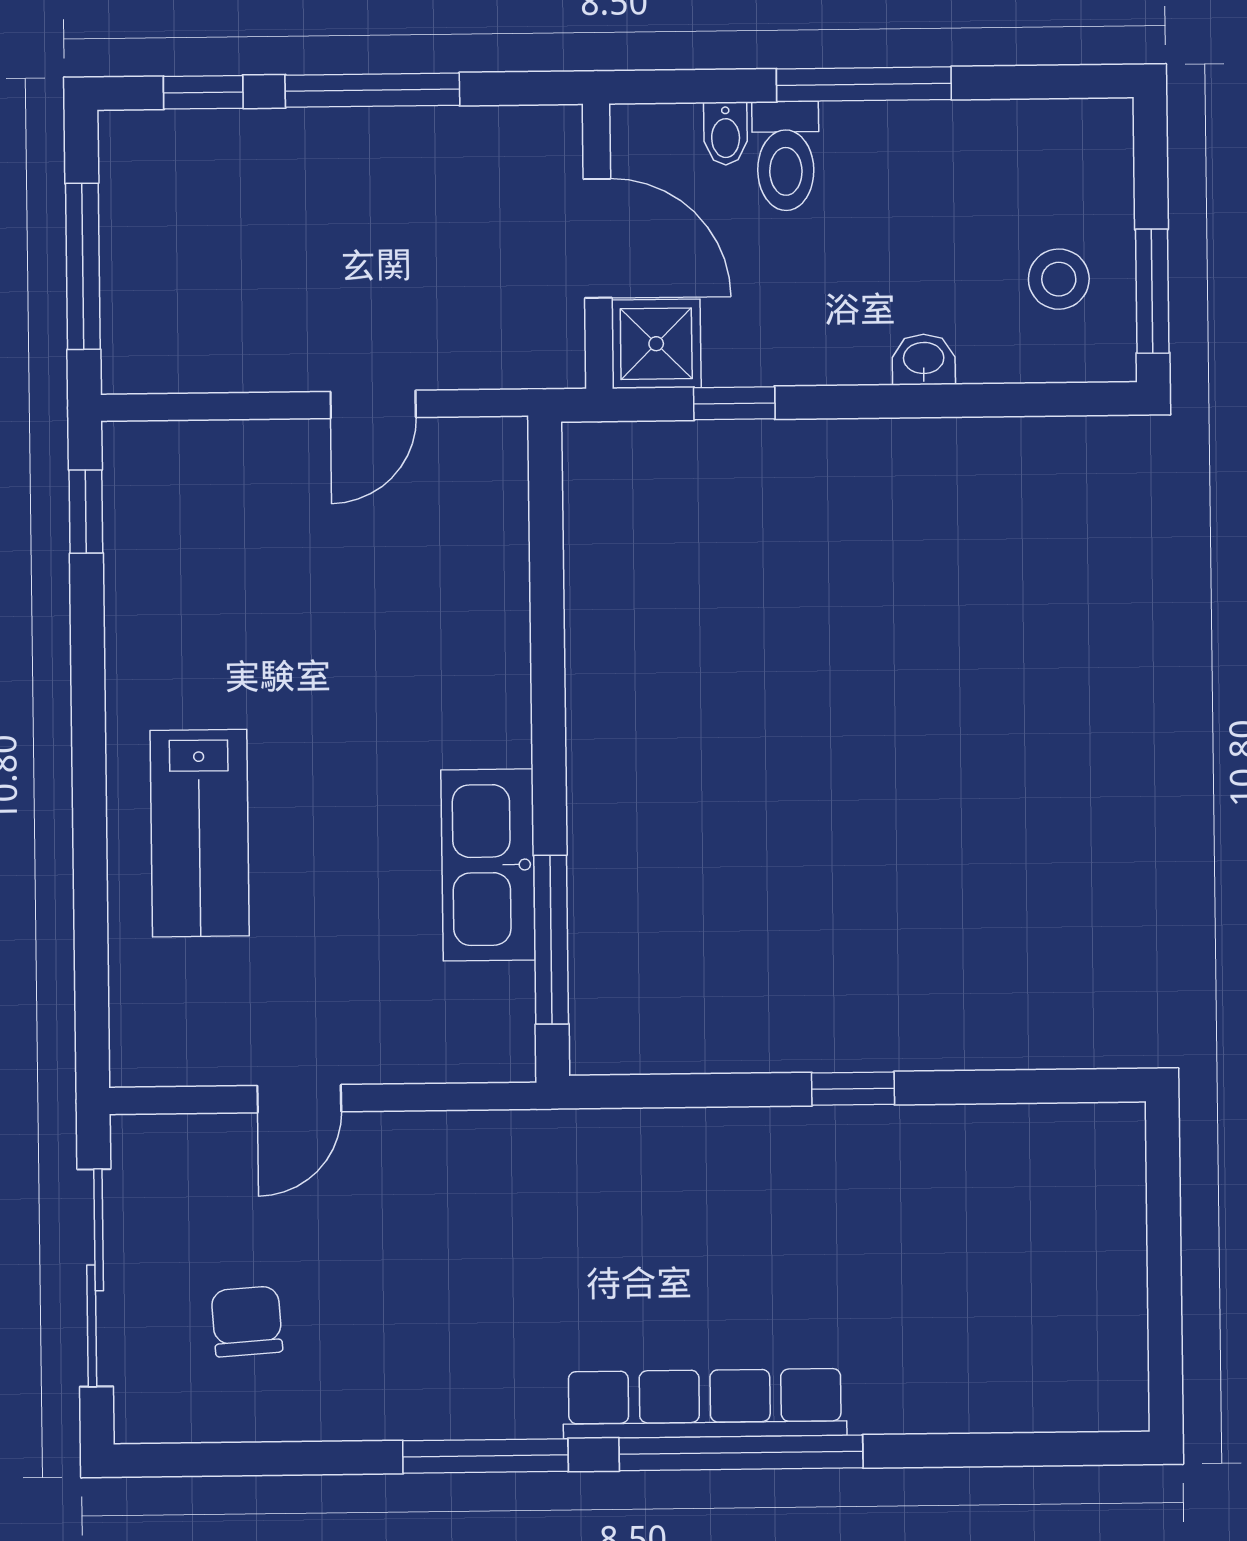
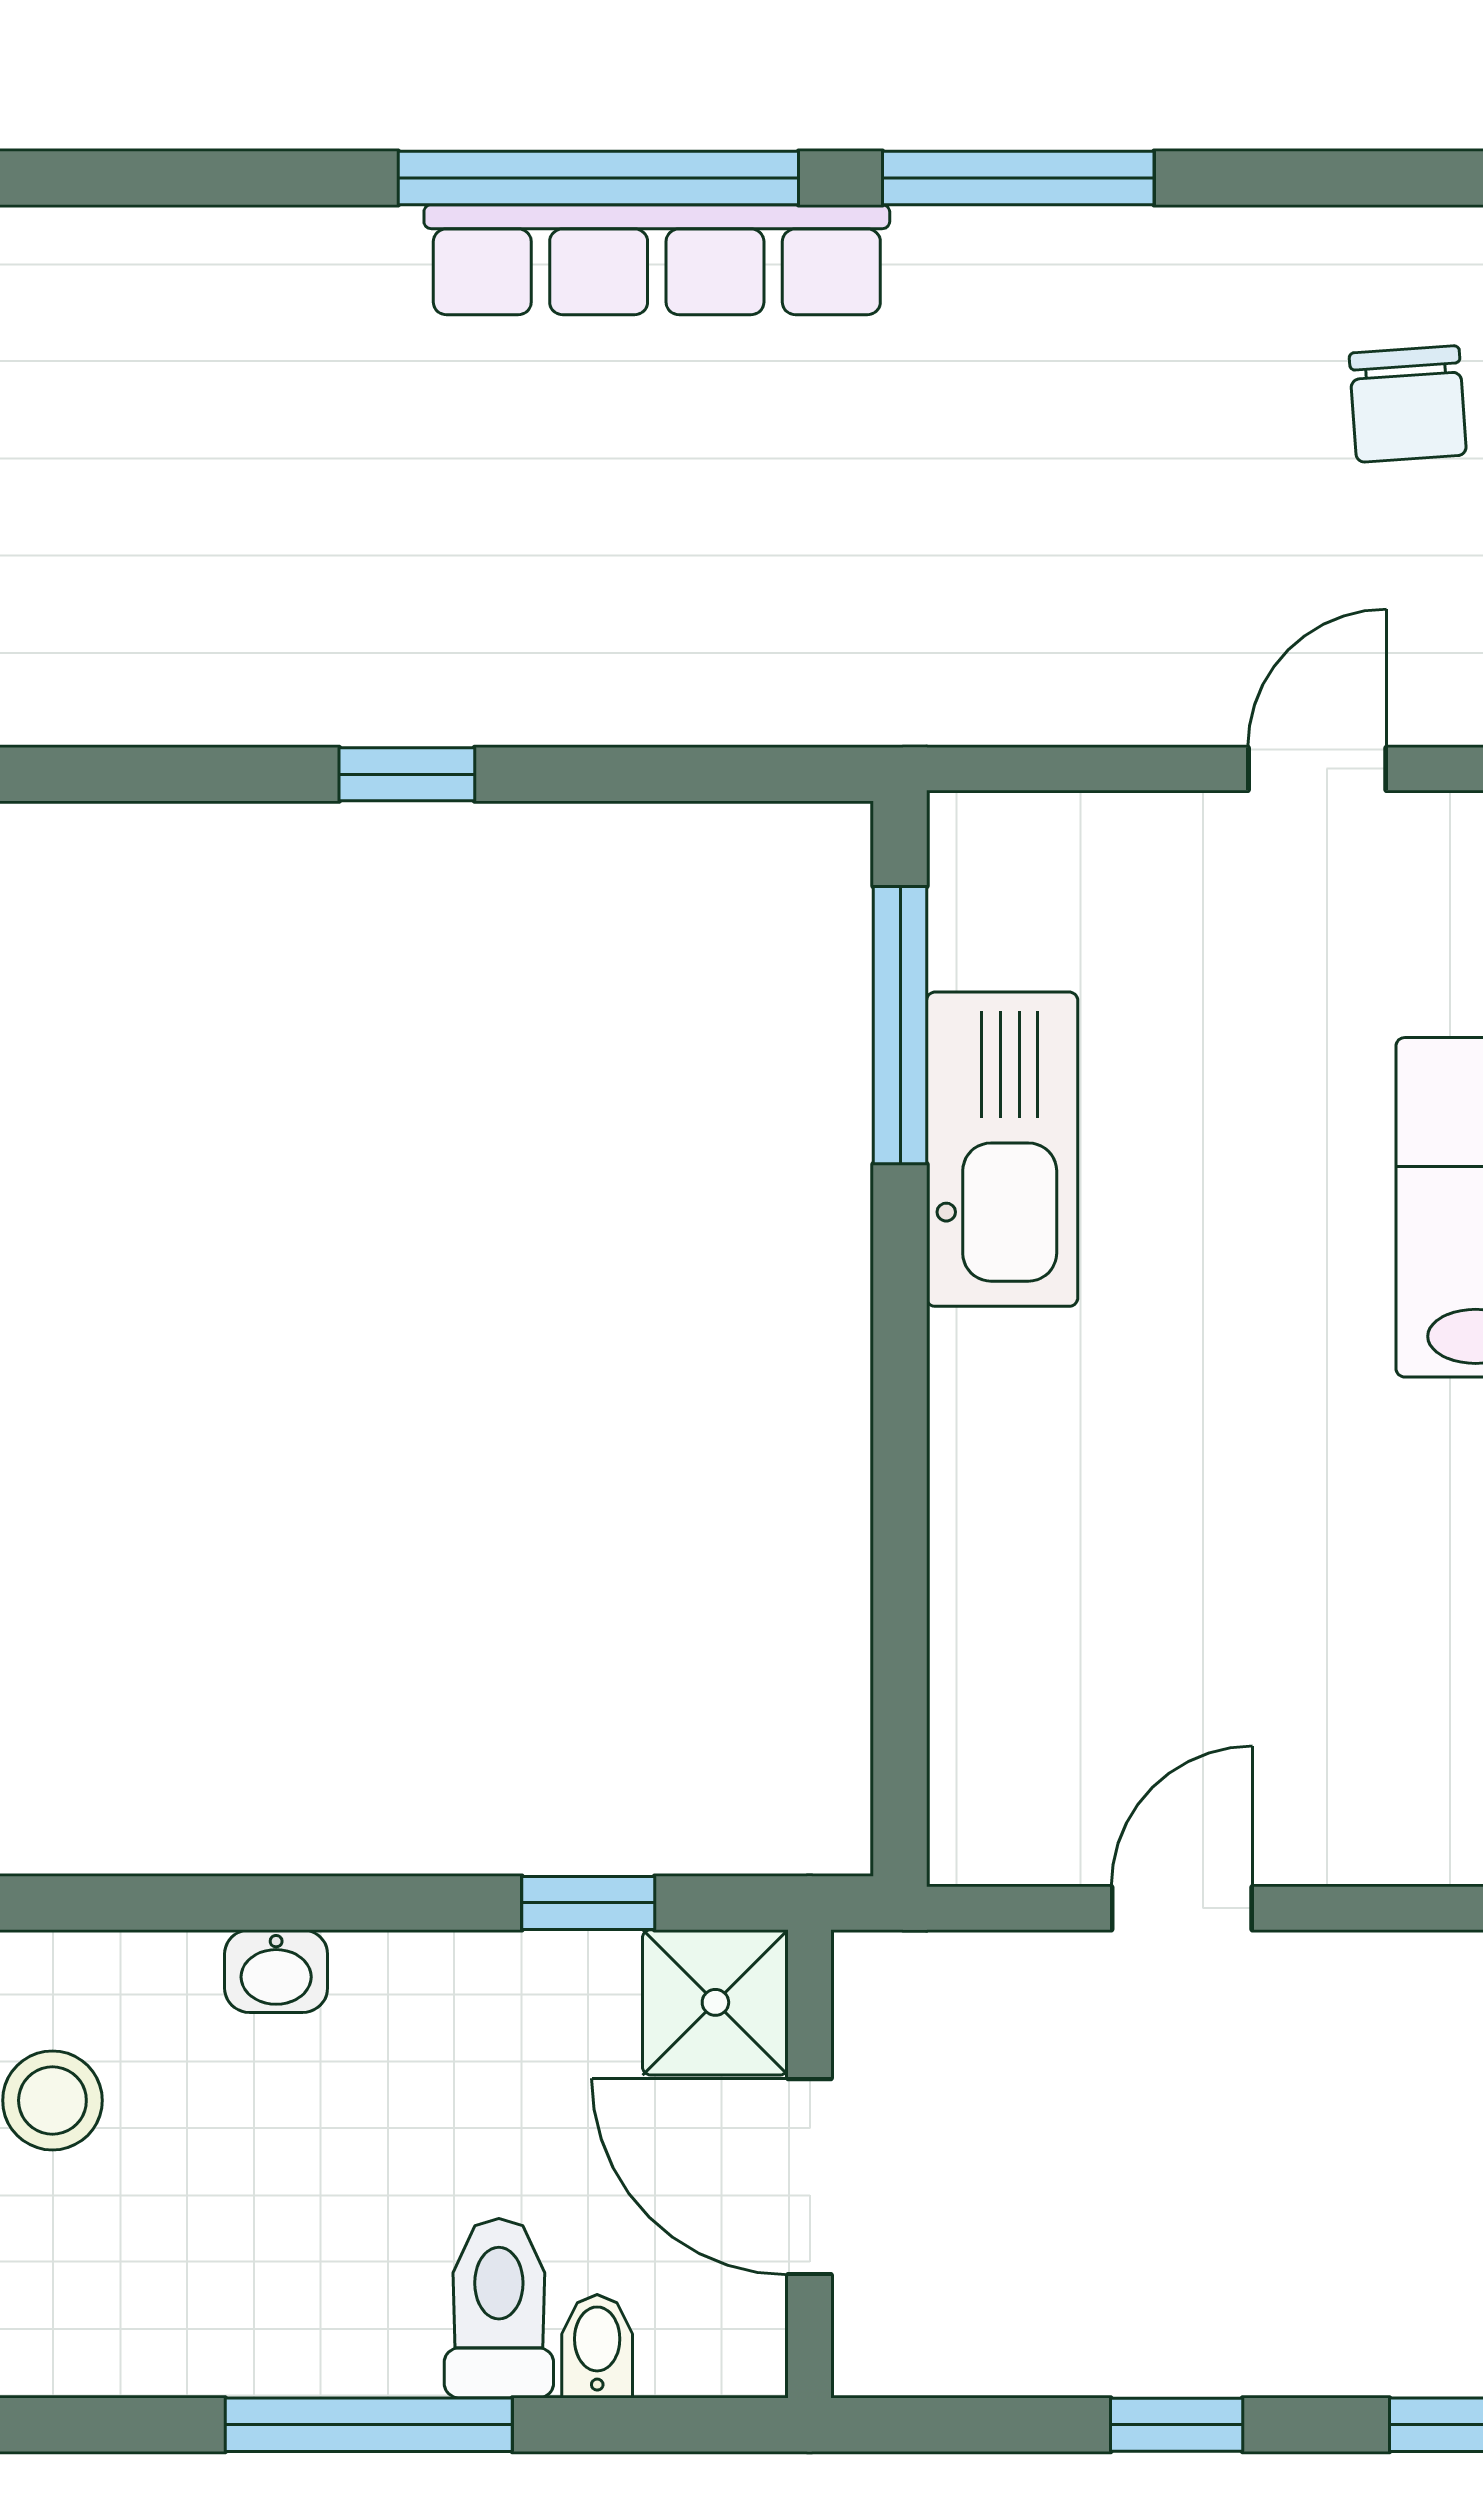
window: (372, 90) -> (1177, 2425), width x0.46

